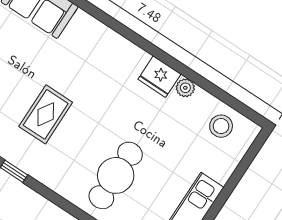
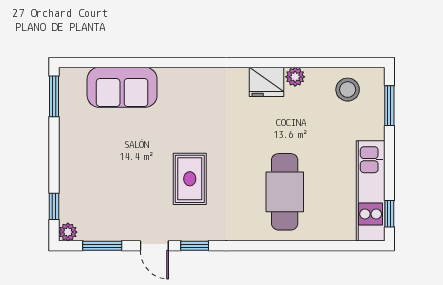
window: (246, 161) -> (389, 106), added

